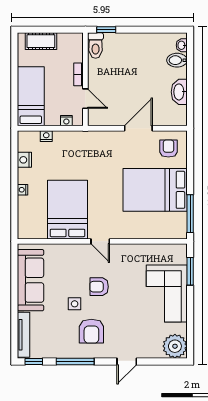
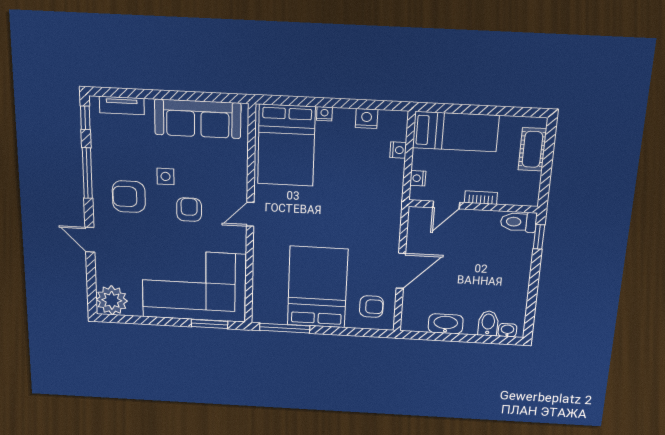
door: (138, 128) -> (401, 271), hinge flipped
bed: (67, 210) -> (286, 145), moved, turned 90
corner sofa: (167, 294) -> (194, 286), width x1.36, depth x1.36
tv unit: (24, 335) -> (122, 105), width x0.71

